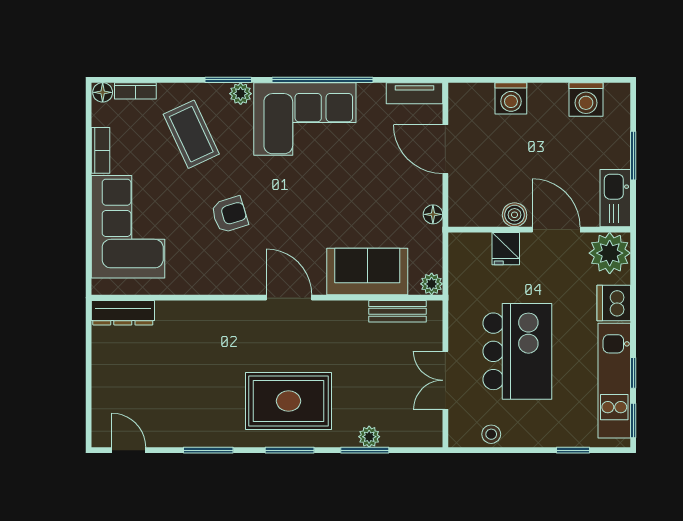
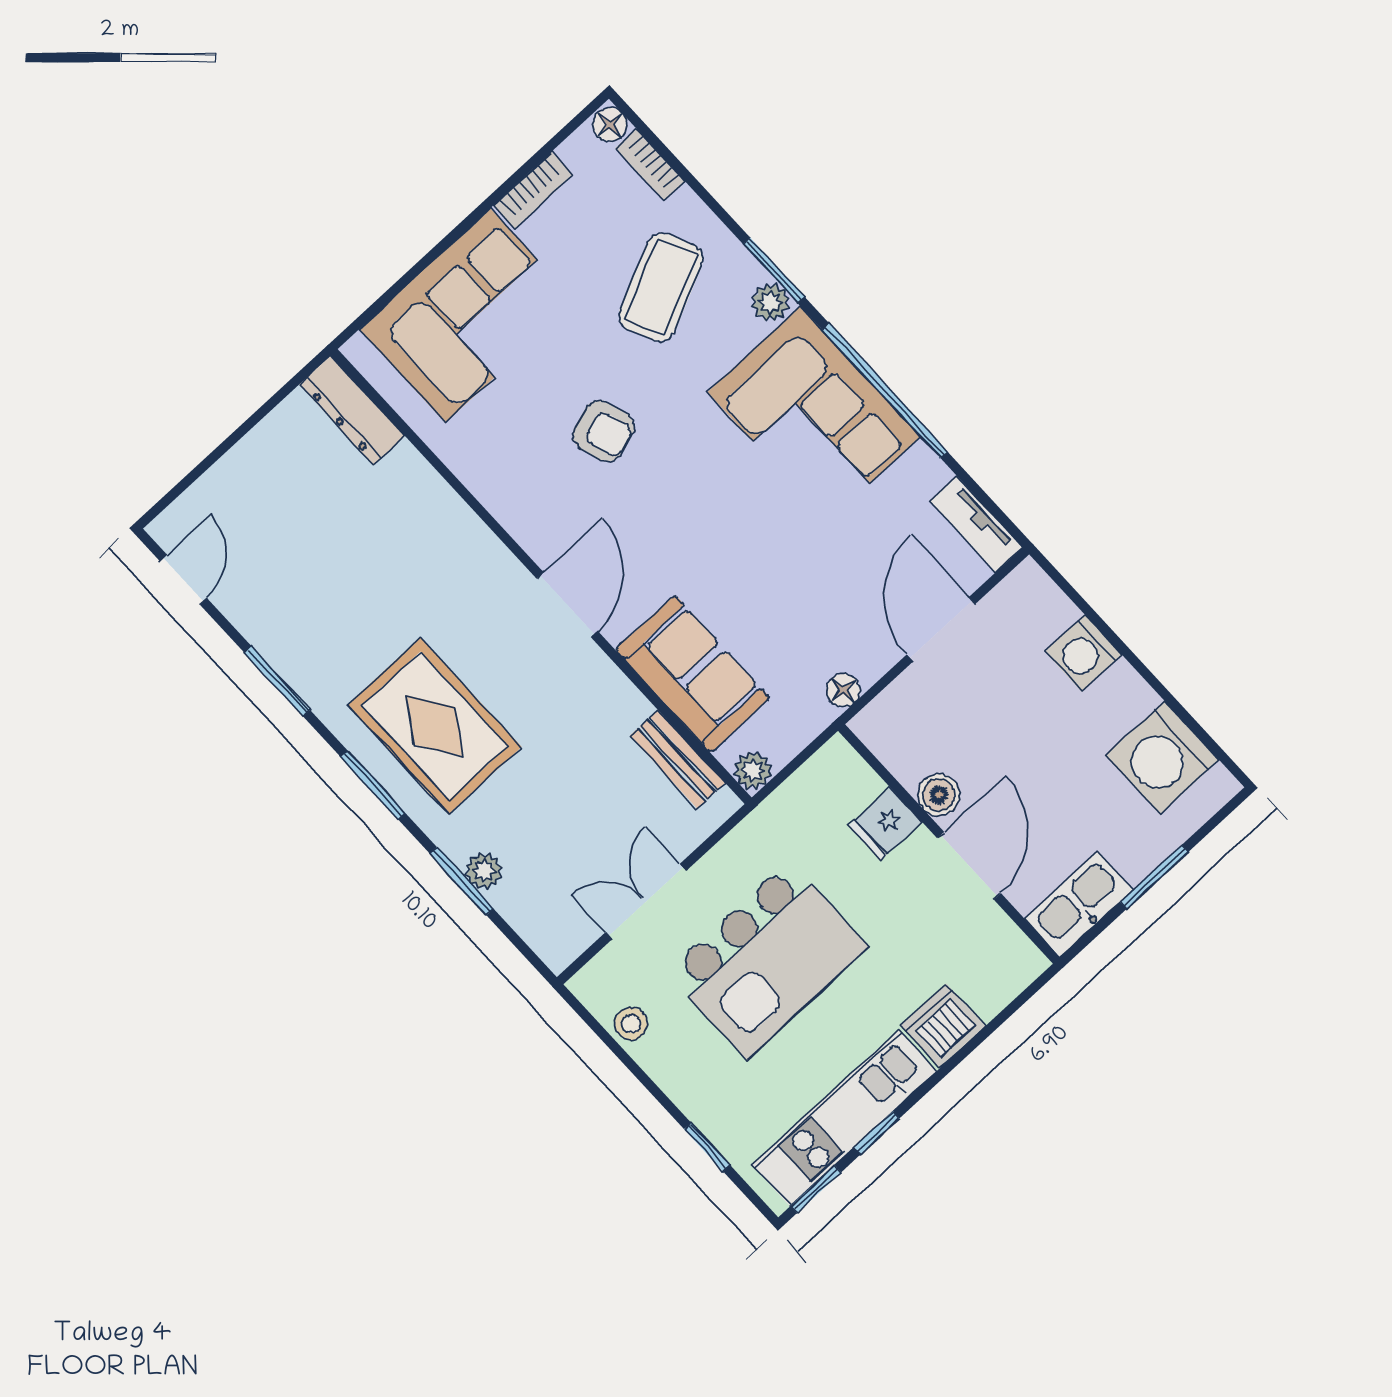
washing machine: (586, 99) -> (1162, 758), width x1.37, depth x1.37
plant: (610, 253) -> (1002, 962), removed

